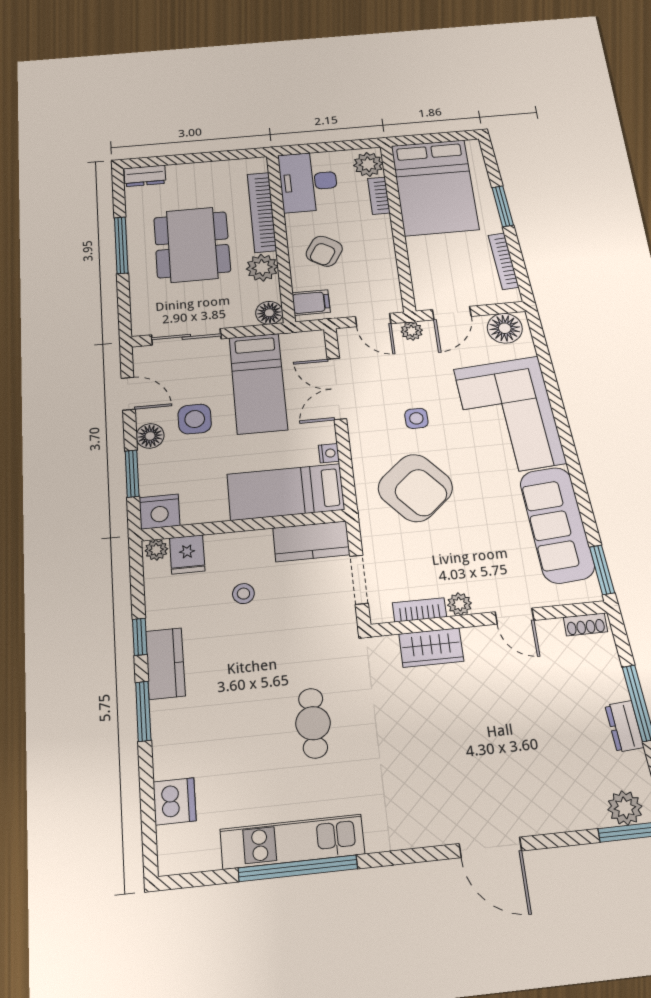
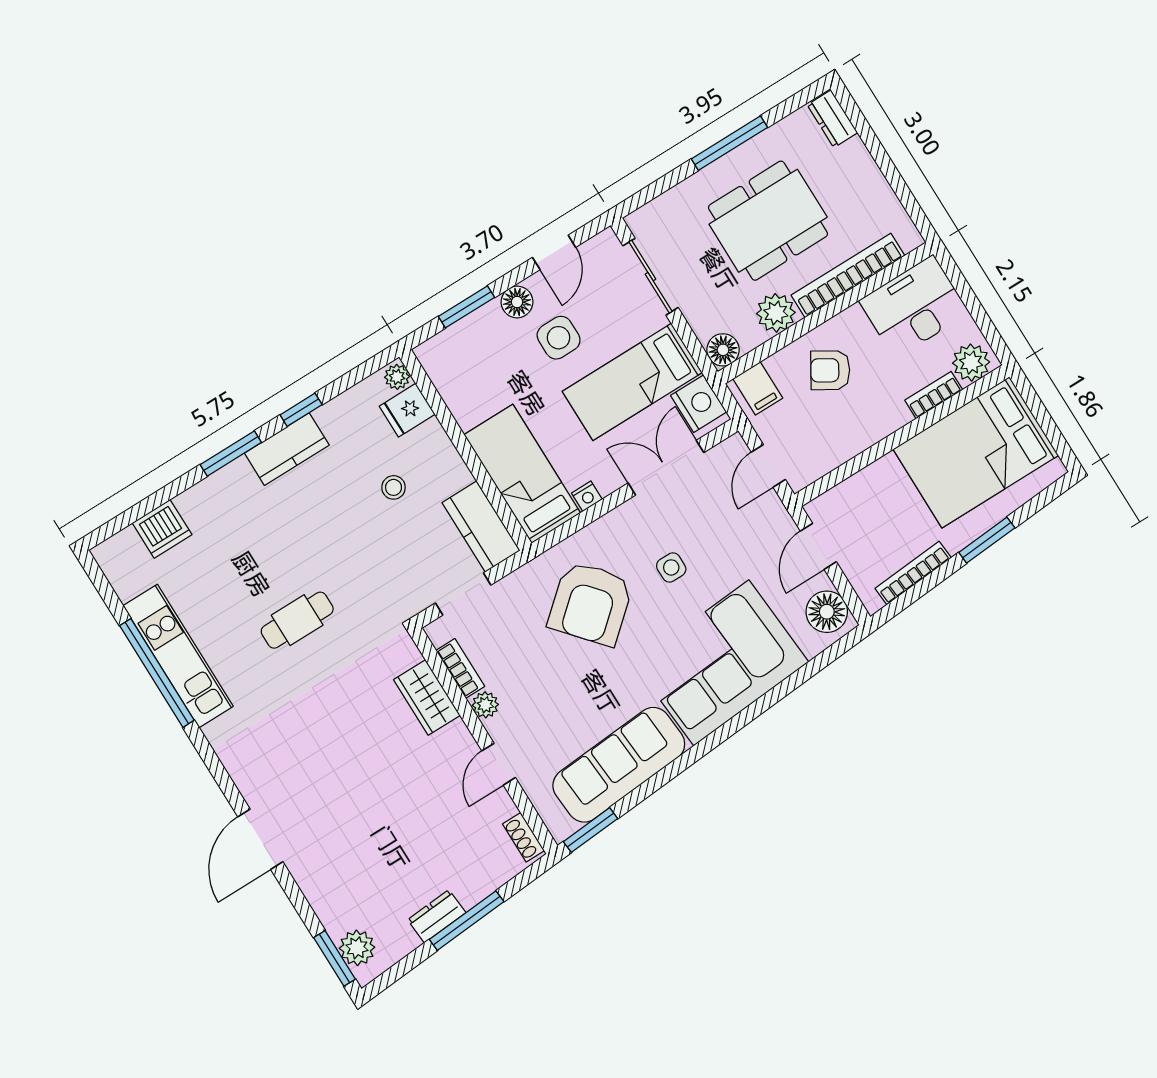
door: (452, 313) -> (818, 546), hinge flipped
plant: (412, 331) -> (775, 514), removed
nightstand: (159, 512) -> (699, 404), moved, turned 180

